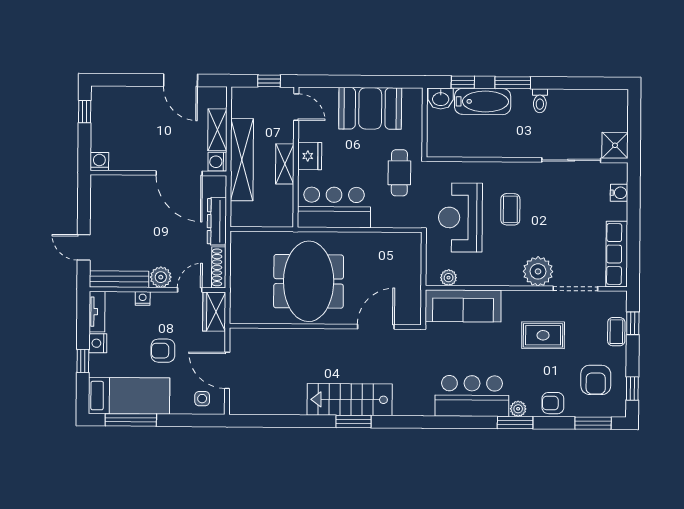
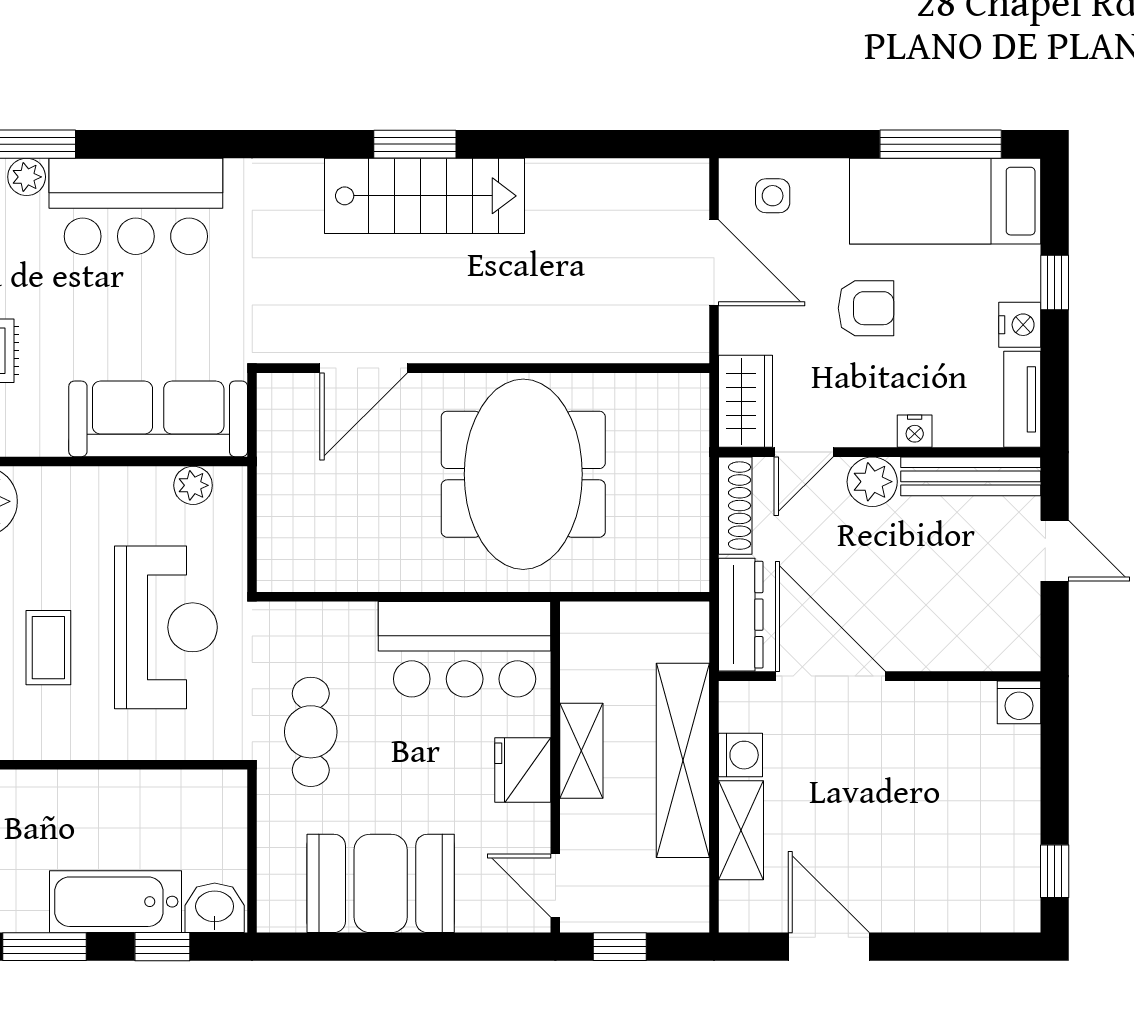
washing machine: (99, 161) -> (1019, 702), moved
wall: (158, 173) -> (880, 676), moved
door: (179, 173) -> (830, 676), moved

